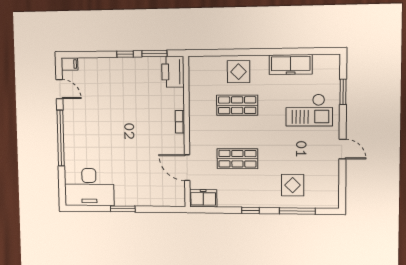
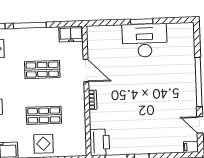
door: (187, 168) -> (86, 71), moved
desk: (89, 187) -> (145, 40), moved
window: (250, 210) -> (30, 25), width x2.17

